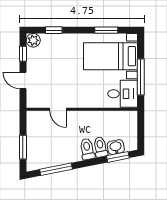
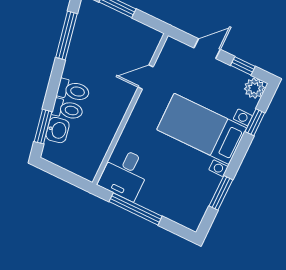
bed with nightstands: (111, 56) -> (202, 129), moved, turned -90

